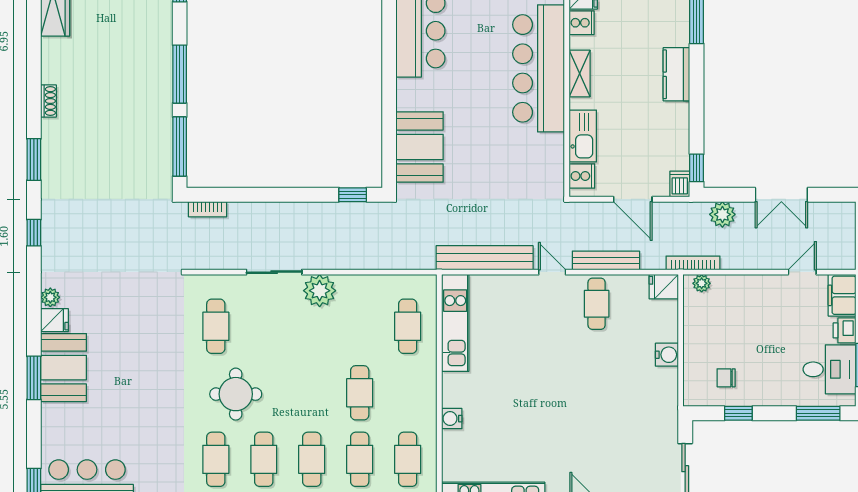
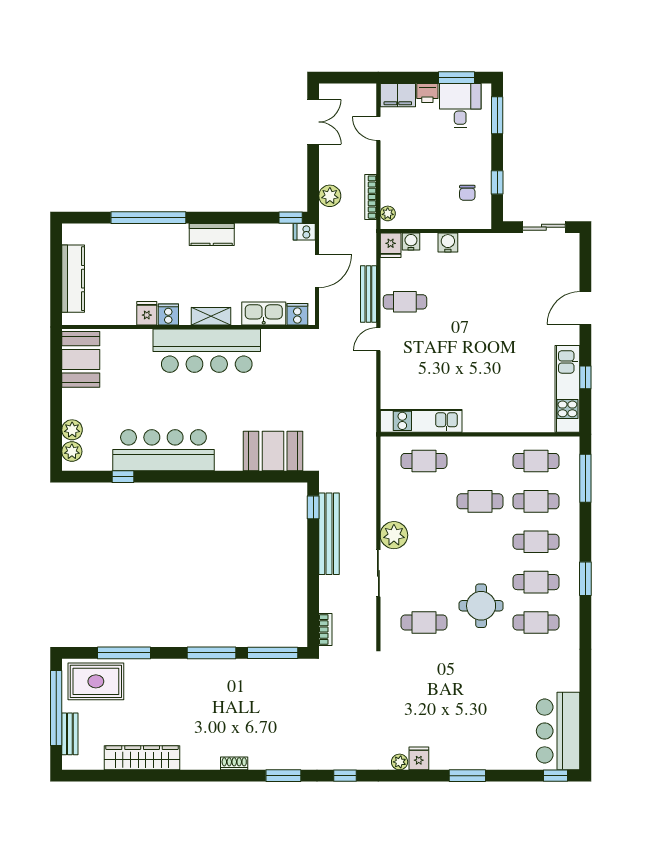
double door: (781, 195) -> (313, 122), moved
bench: (485, 258) -> (329, 534), moved
bookcase: (693, 263) -> (371, 197), moved
booth: (64, 368) -> (459, 751), removed
water cooler: (452, 419) -> (411, 242), moved, turned 180

